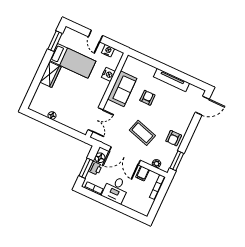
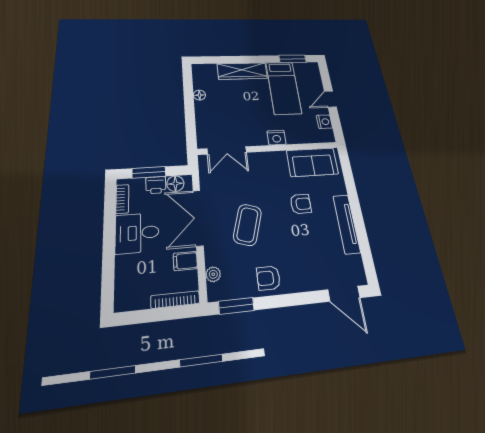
wardrobe: (50, 74) -> (242, 71), width x1.50
nightstand: (108, 74) -> (276, 138), moved
sofa: (122, 89) -> (312, 162), moved

